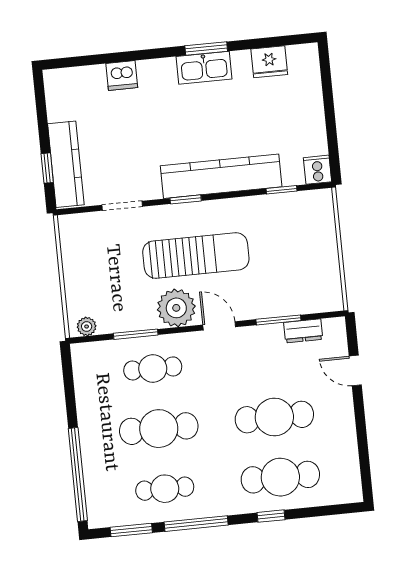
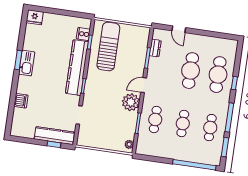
fridge: (269, 62) -> (35, 17), moved, turned 90
cooker: (317, 170) -> (83, 34), moved
sun lounger: (196, 255) -> (108, 47), moved
door: (355, 371) -> (179, 29), hinge flipped
cafe table: (159, 429) -> (183, 124), width x0.73, depth x0.74

